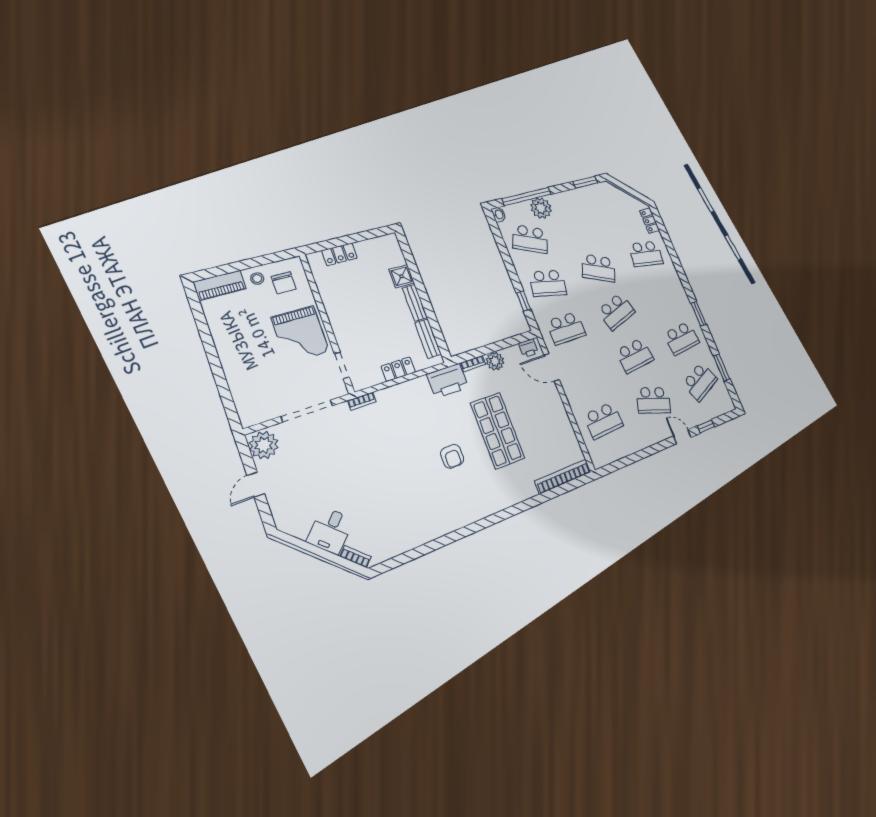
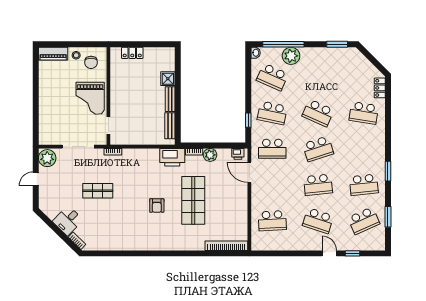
locker: (398, 369) -> (143, 139), removed
shop shelf: (360, 467) -> (98, 191), added

